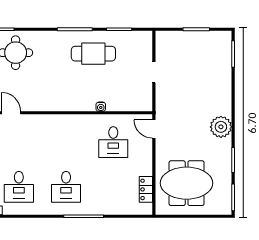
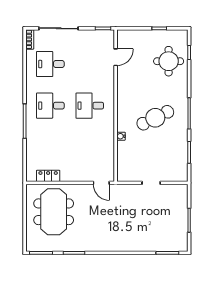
cafe table: (93, 54) -> (155, 118), moved, turned 64
plant: (221, 127) -> (103, 242), removed
door: (154, 129) -> (101, 183), swing flipped
desk: (113, 142) -> (90, 106), moved

